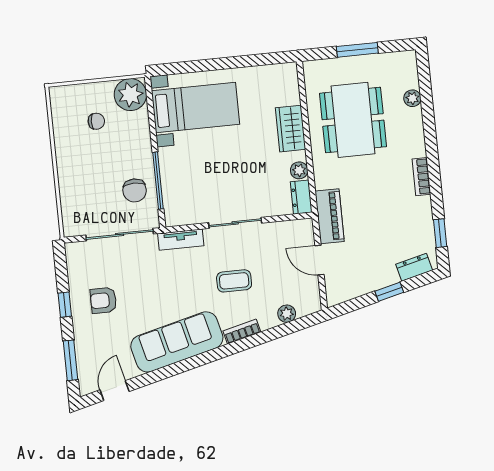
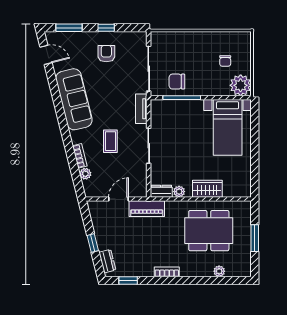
bookcase: (242, 332) -> (80, 156), moved

